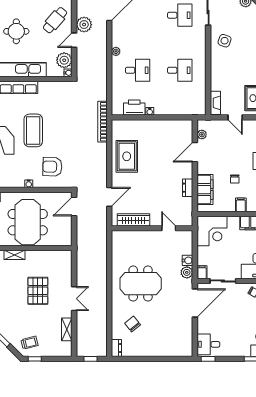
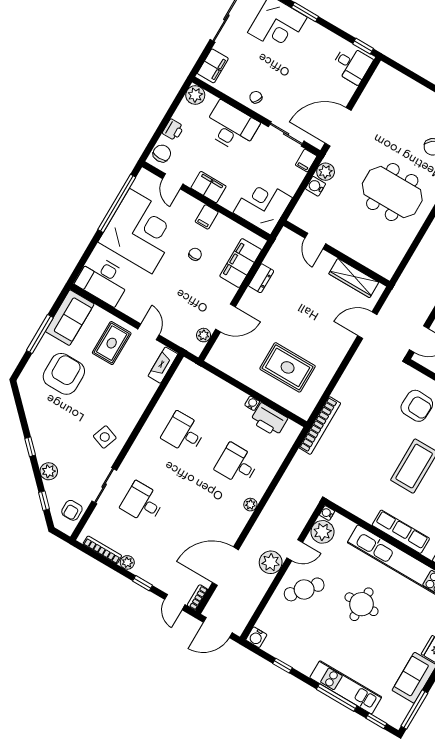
rug: (127, 156) -> (288, 367), moved, turned 90

